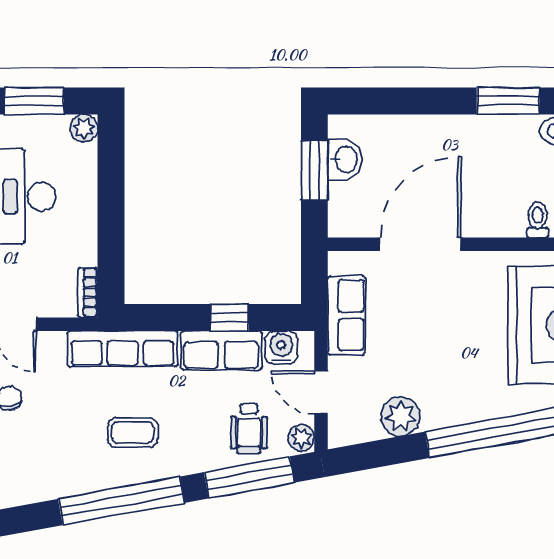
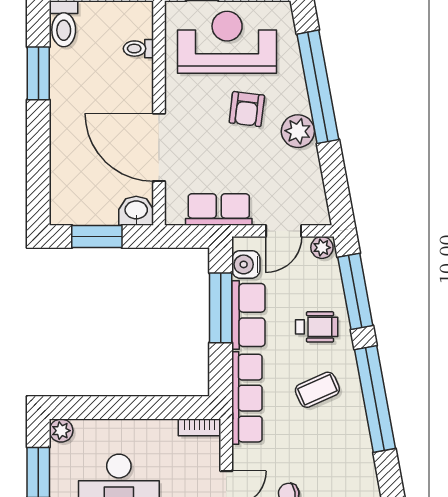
washbasin: (345, 160) -> (136, 211), moved
window: (230, 318) -> (221, 308), width x2.17
armchair: (466, 349) -> (247, 109), added
plant: (401, 416) -> (298, 131), moved
wheelchair: (249, 429) -> (317, 327), moved
coffee table: (132, 432) -> (317, 390), turned 66

